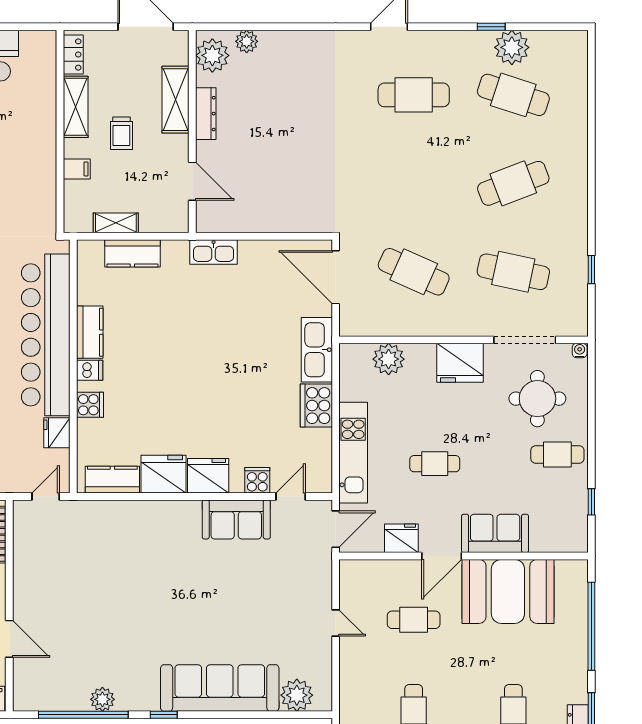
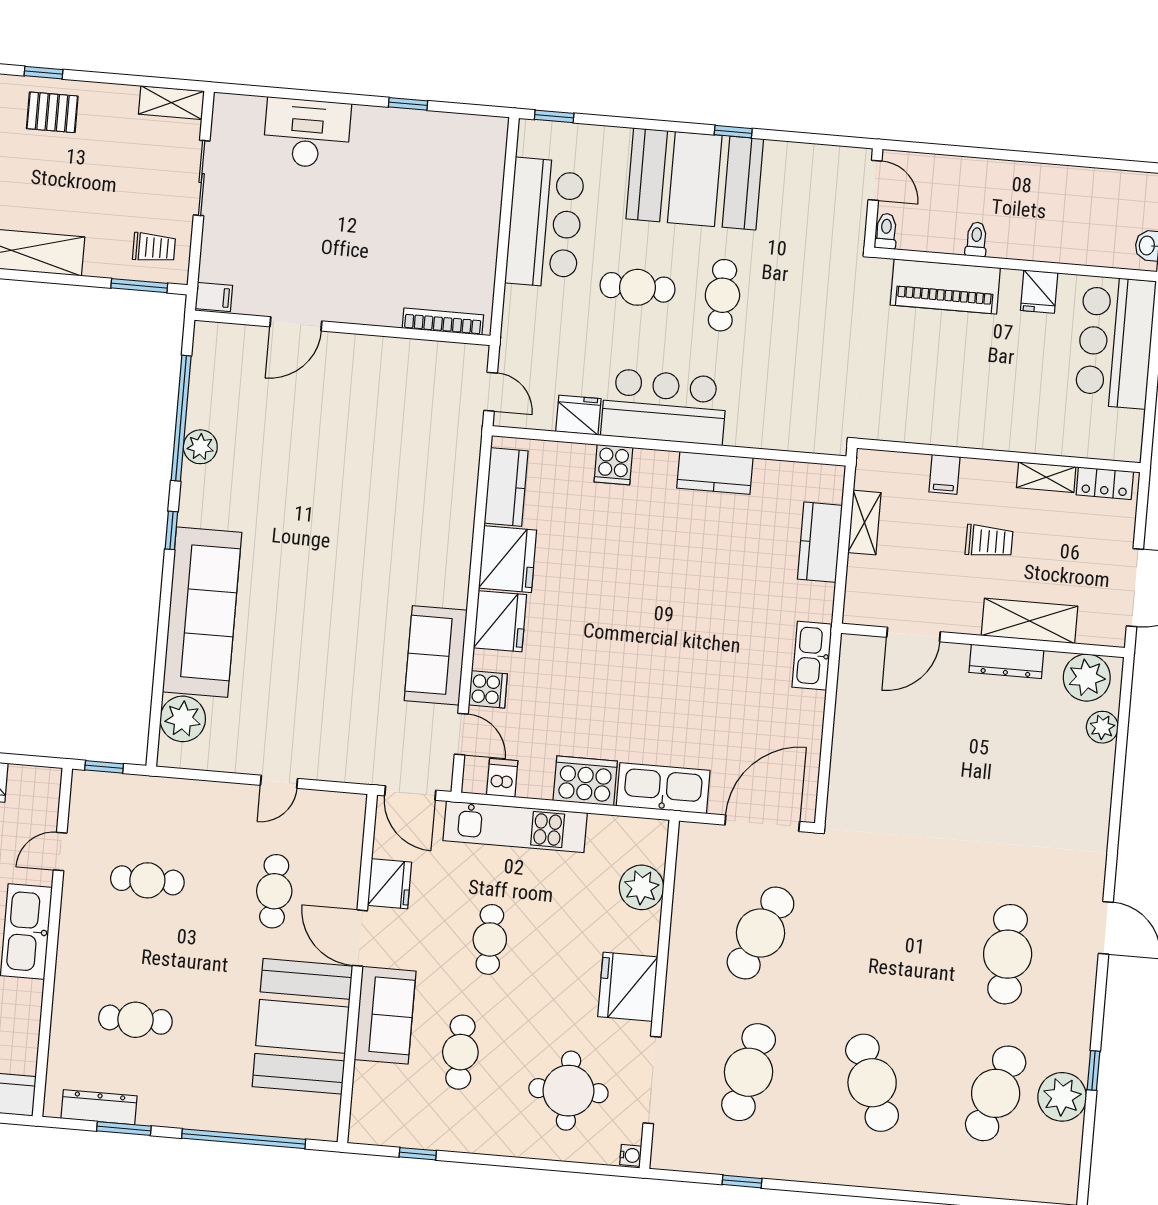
shelving: (76, 107) -> (1046, 477), width x0.67, depth x0.75
trolley: (121, 133) -> (989, 541), turned 180
bar counter: (46, 335) -> (664, 407), width x0.54
dishwasher: (90, 370) -> (502, 778), moved, turned 180
cafe table: (557, 454) -> (460, 1052), moved

